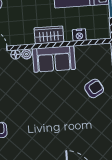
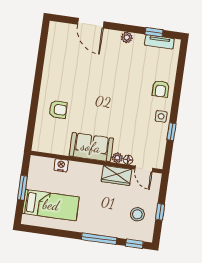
wardrobe: (49, 35) -> (116, 175), moved
armchair: (94, 88) -> (58, 109), turned -150

